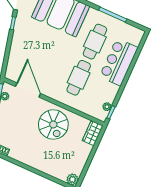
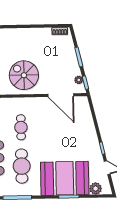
cafe table: (79, 78) -> (21, 127), width x0.73, depth x0.74

